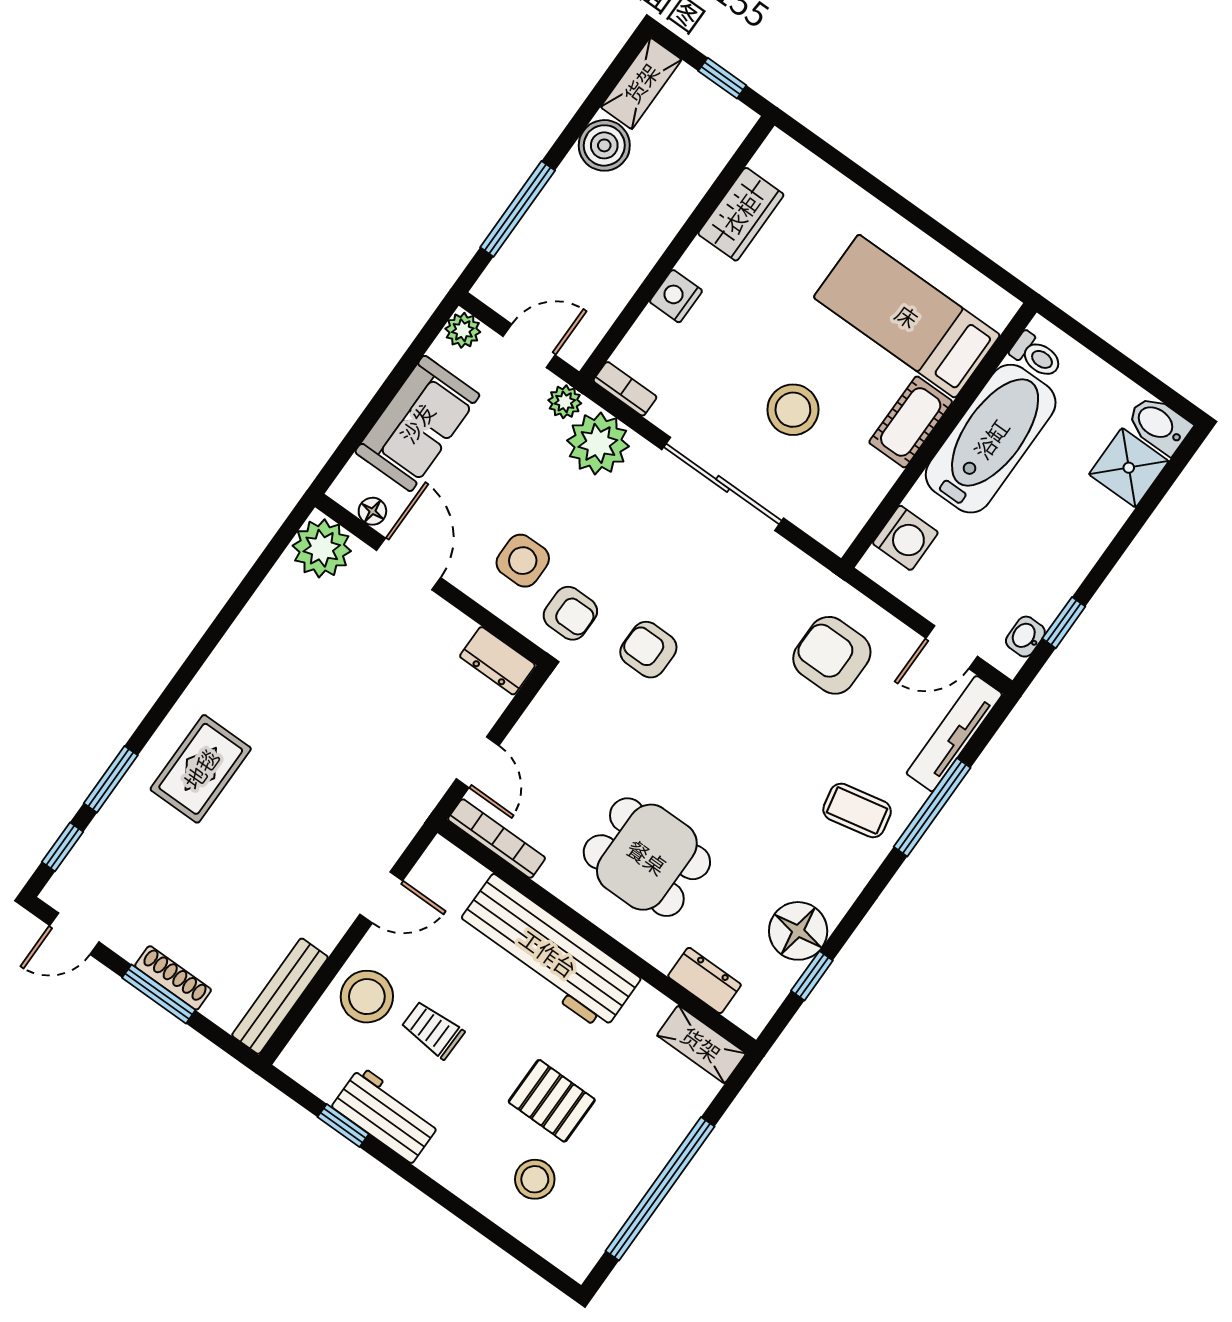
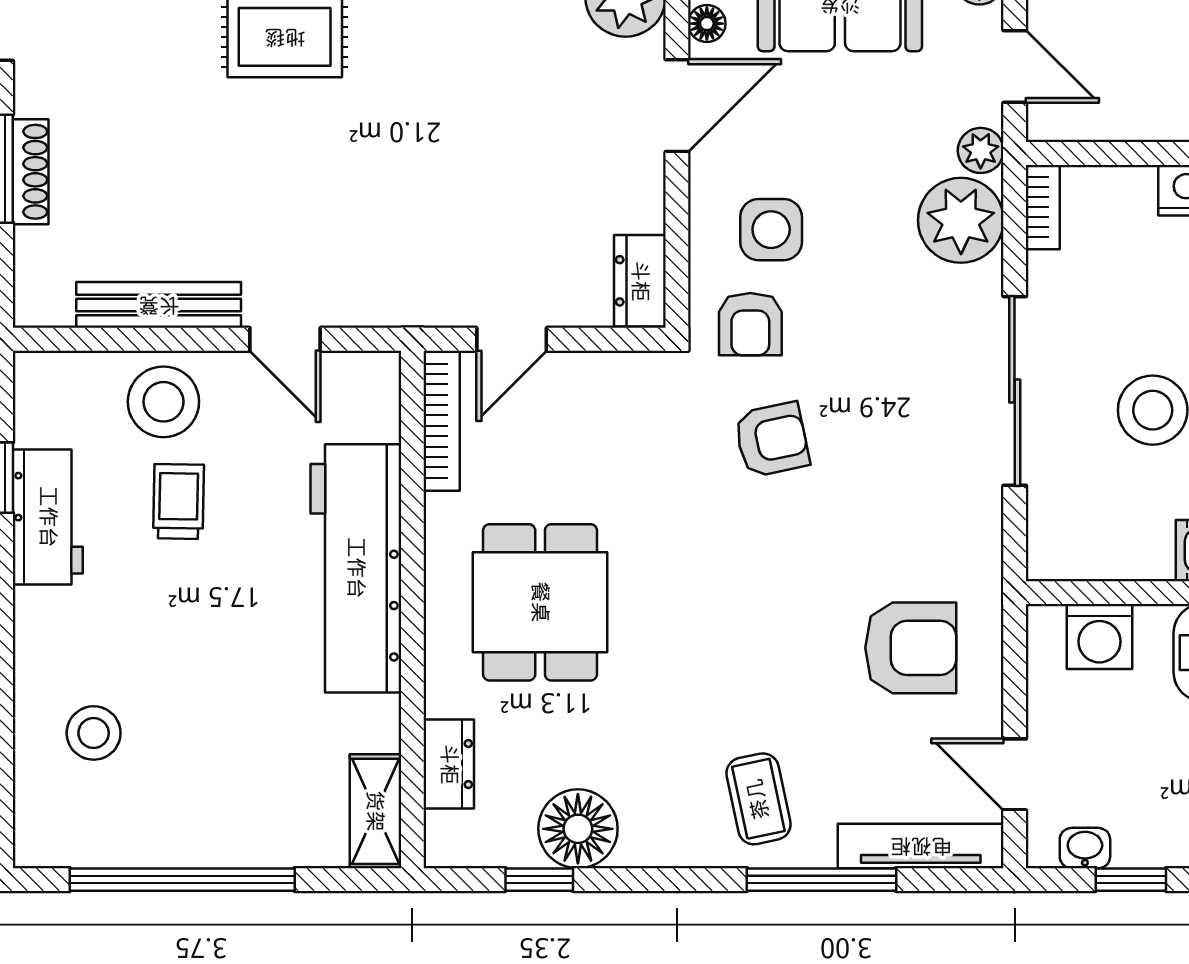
armchair: (648, 650) -> (772, 440), turned 78
armchair: (832, 655) -> (911, 648), turned 90
bench: (280, 996) -> (159, 305), moved
pallet: (552, 1101) -> (194, 690), removed

